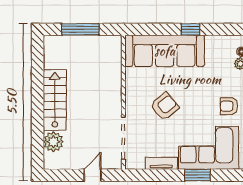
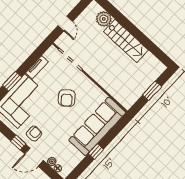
window: (80, 29) -> (152, 91), width x0.69

